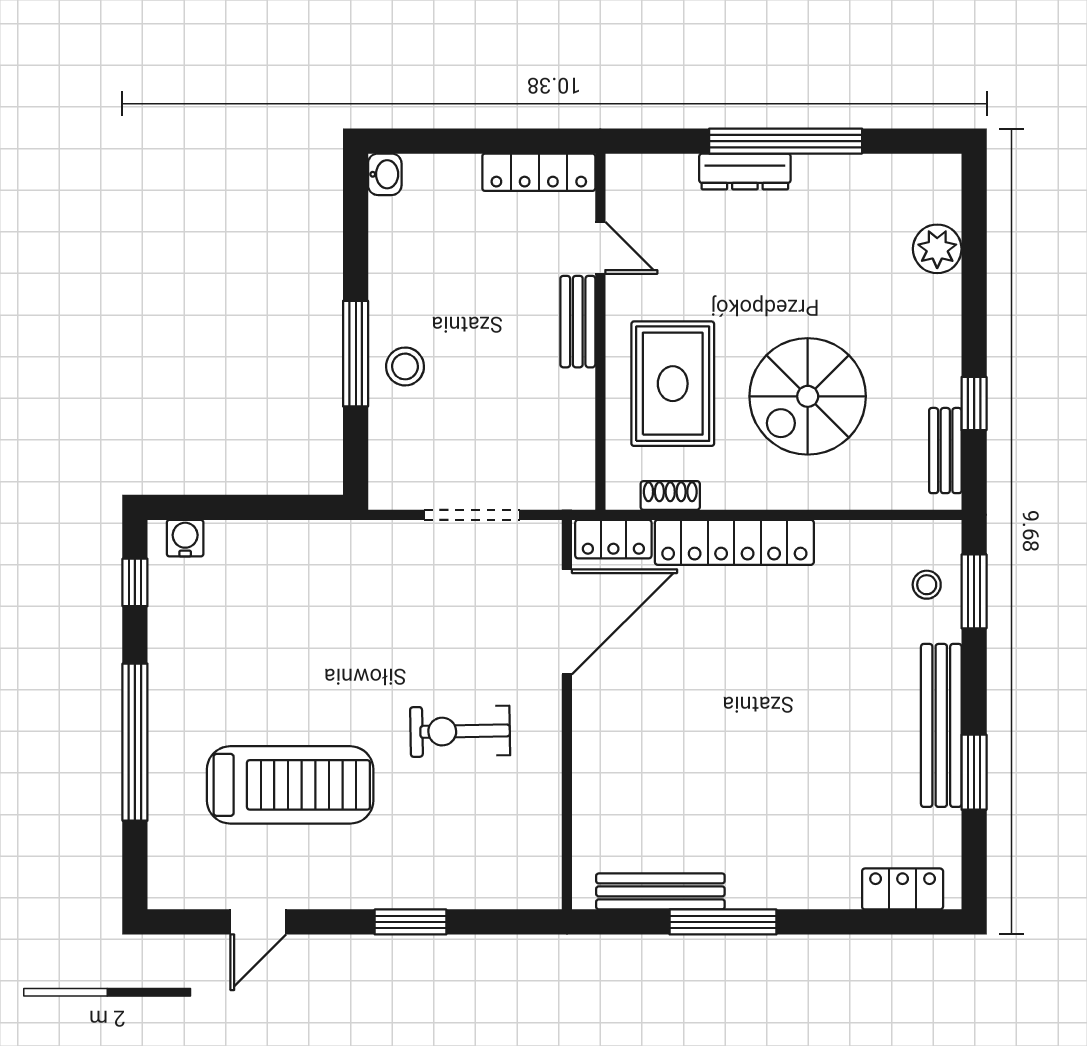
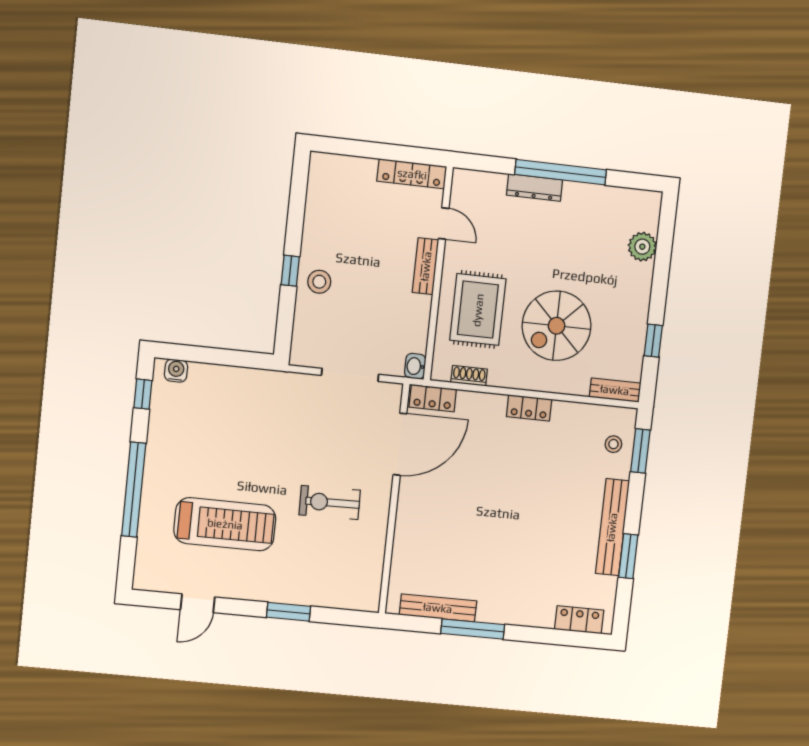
washbasin: (385, 174) -> (415, 366), moved, turned 180
window: (356, 354) -> (290, 271), width x0.46
bench: (945, 451) -> (615, 390), moved, turned 90
locker: (734, 542) -> (529, 408), width x0.46, depth x0.83

